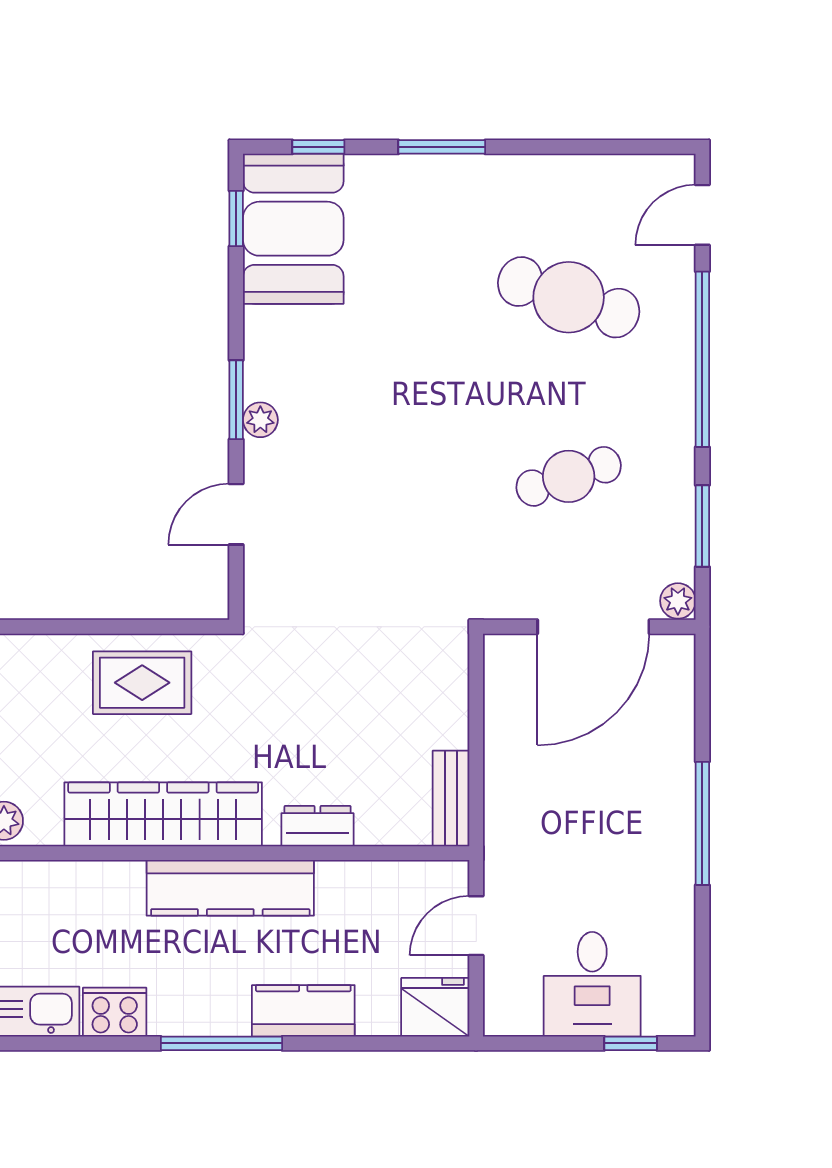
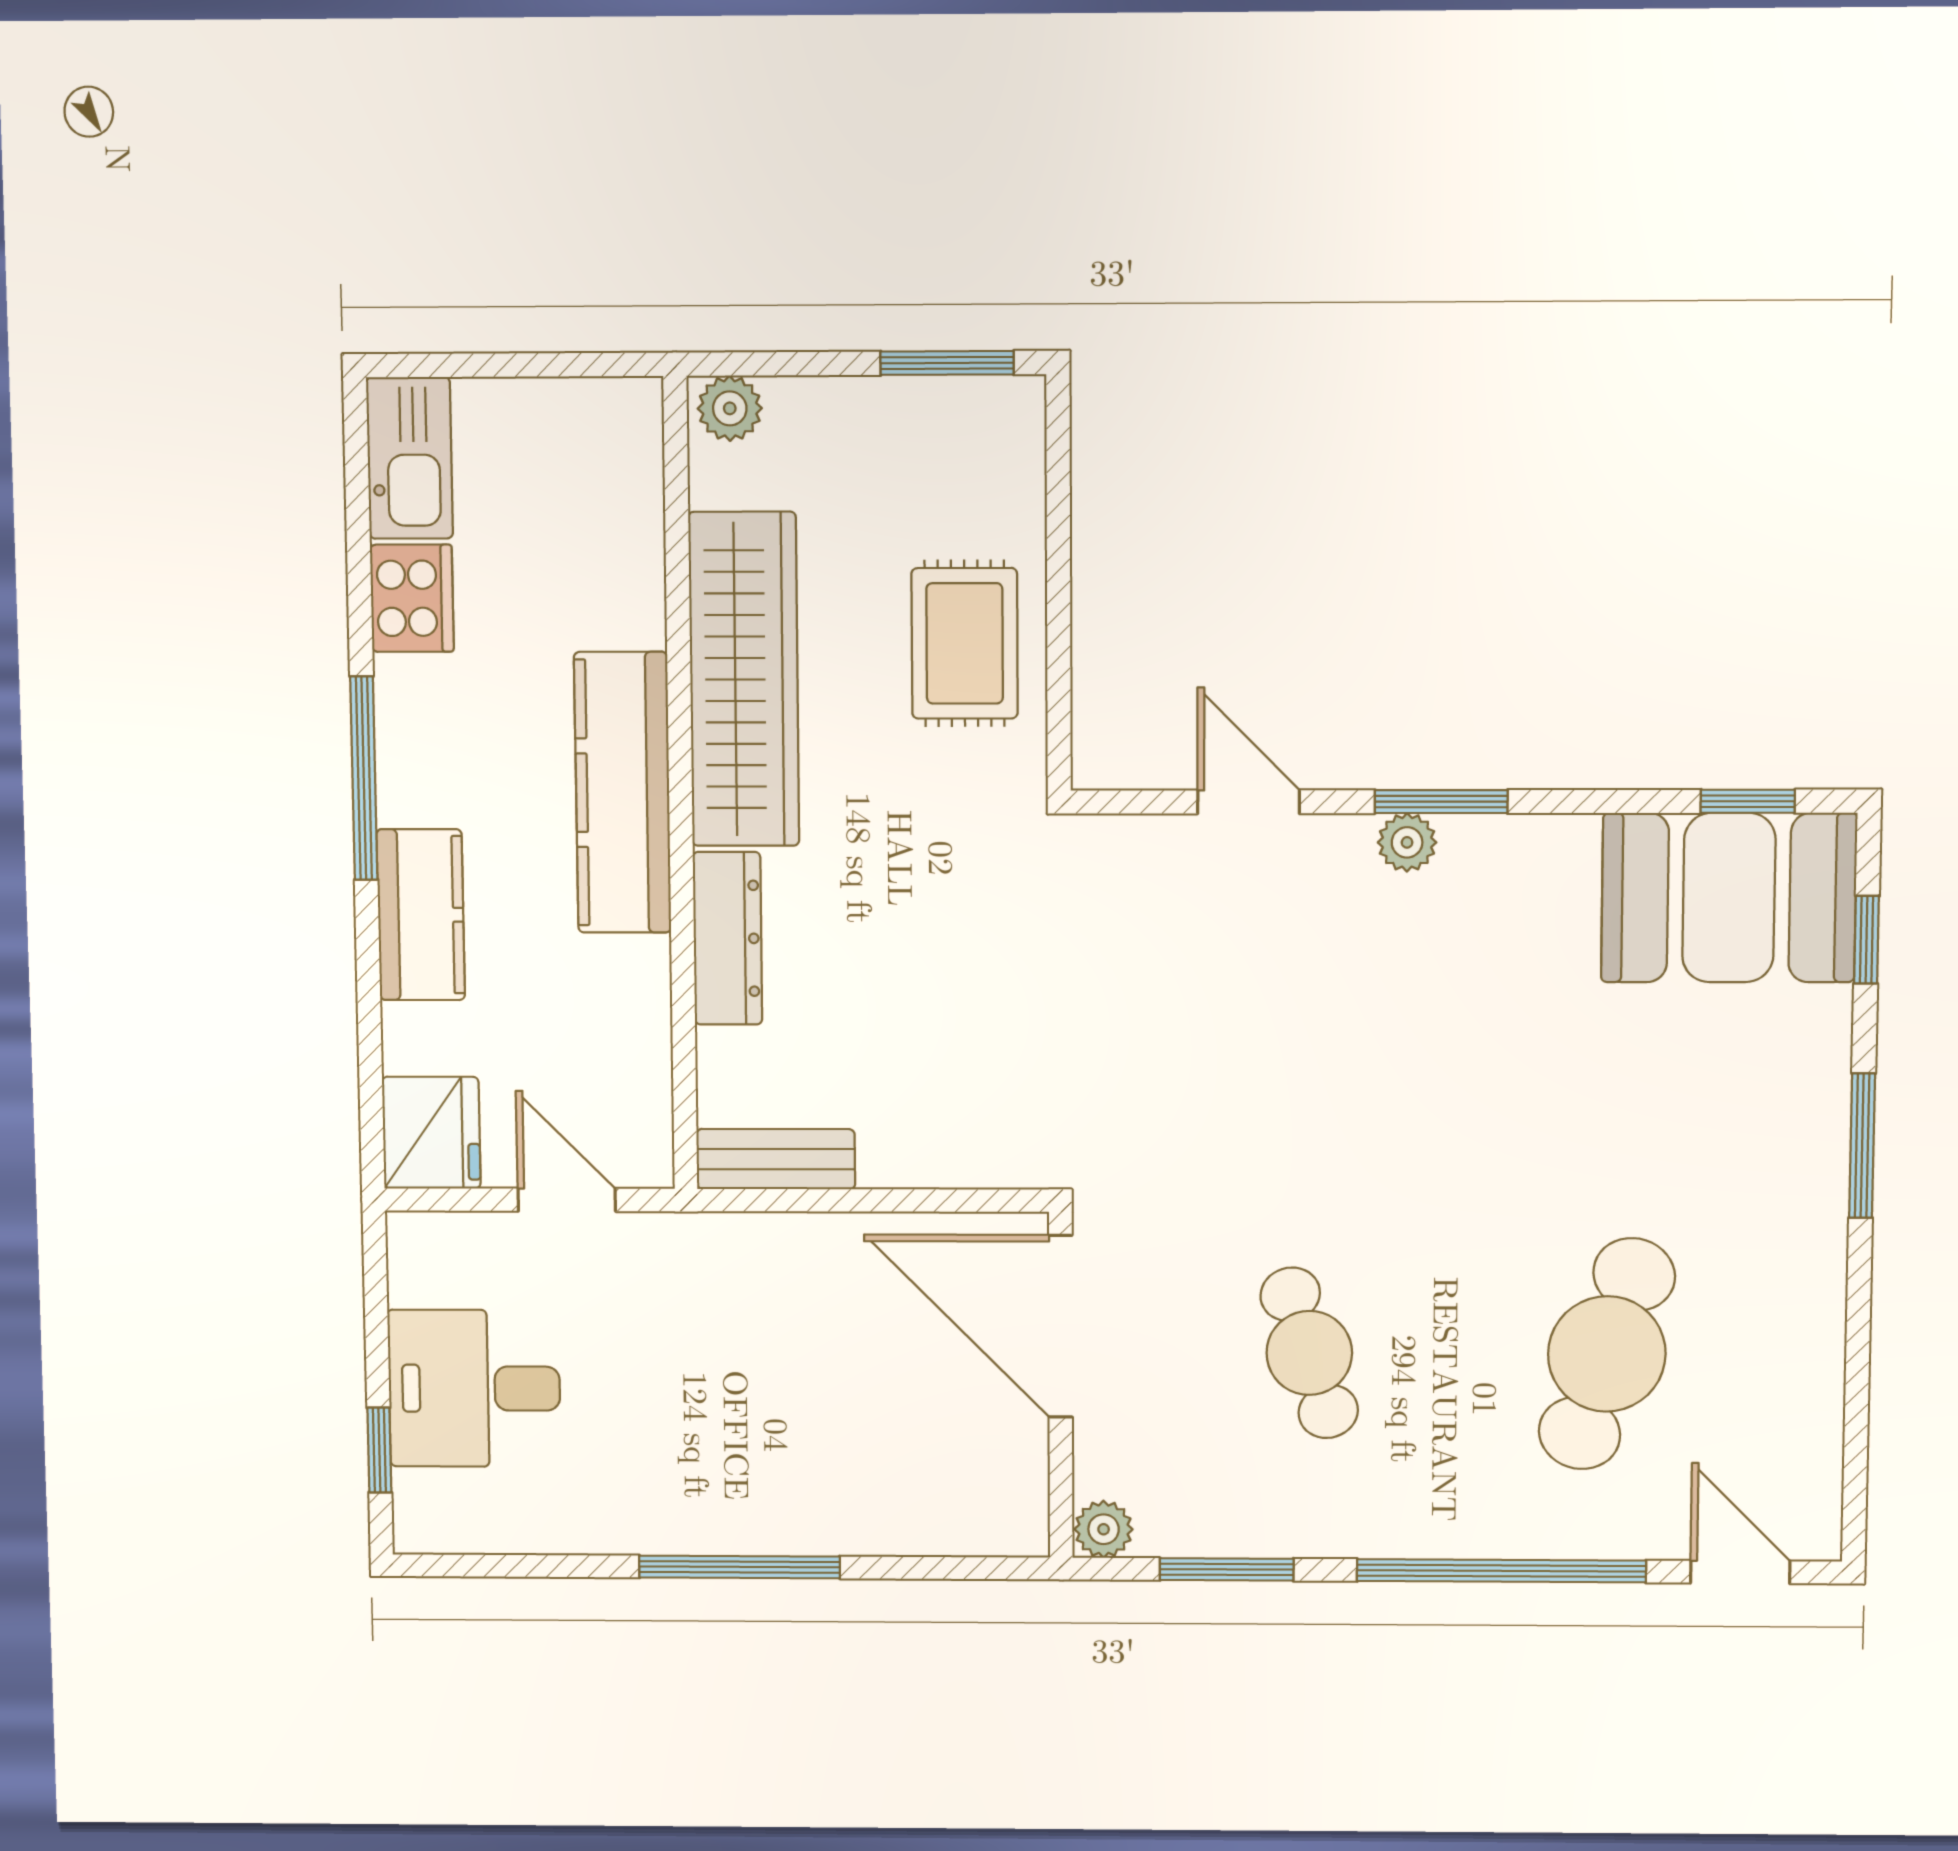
door: (593, 627) -> (1061, 1326), moved
dresser: (318, 826) -> (727, 938), width x1.44

